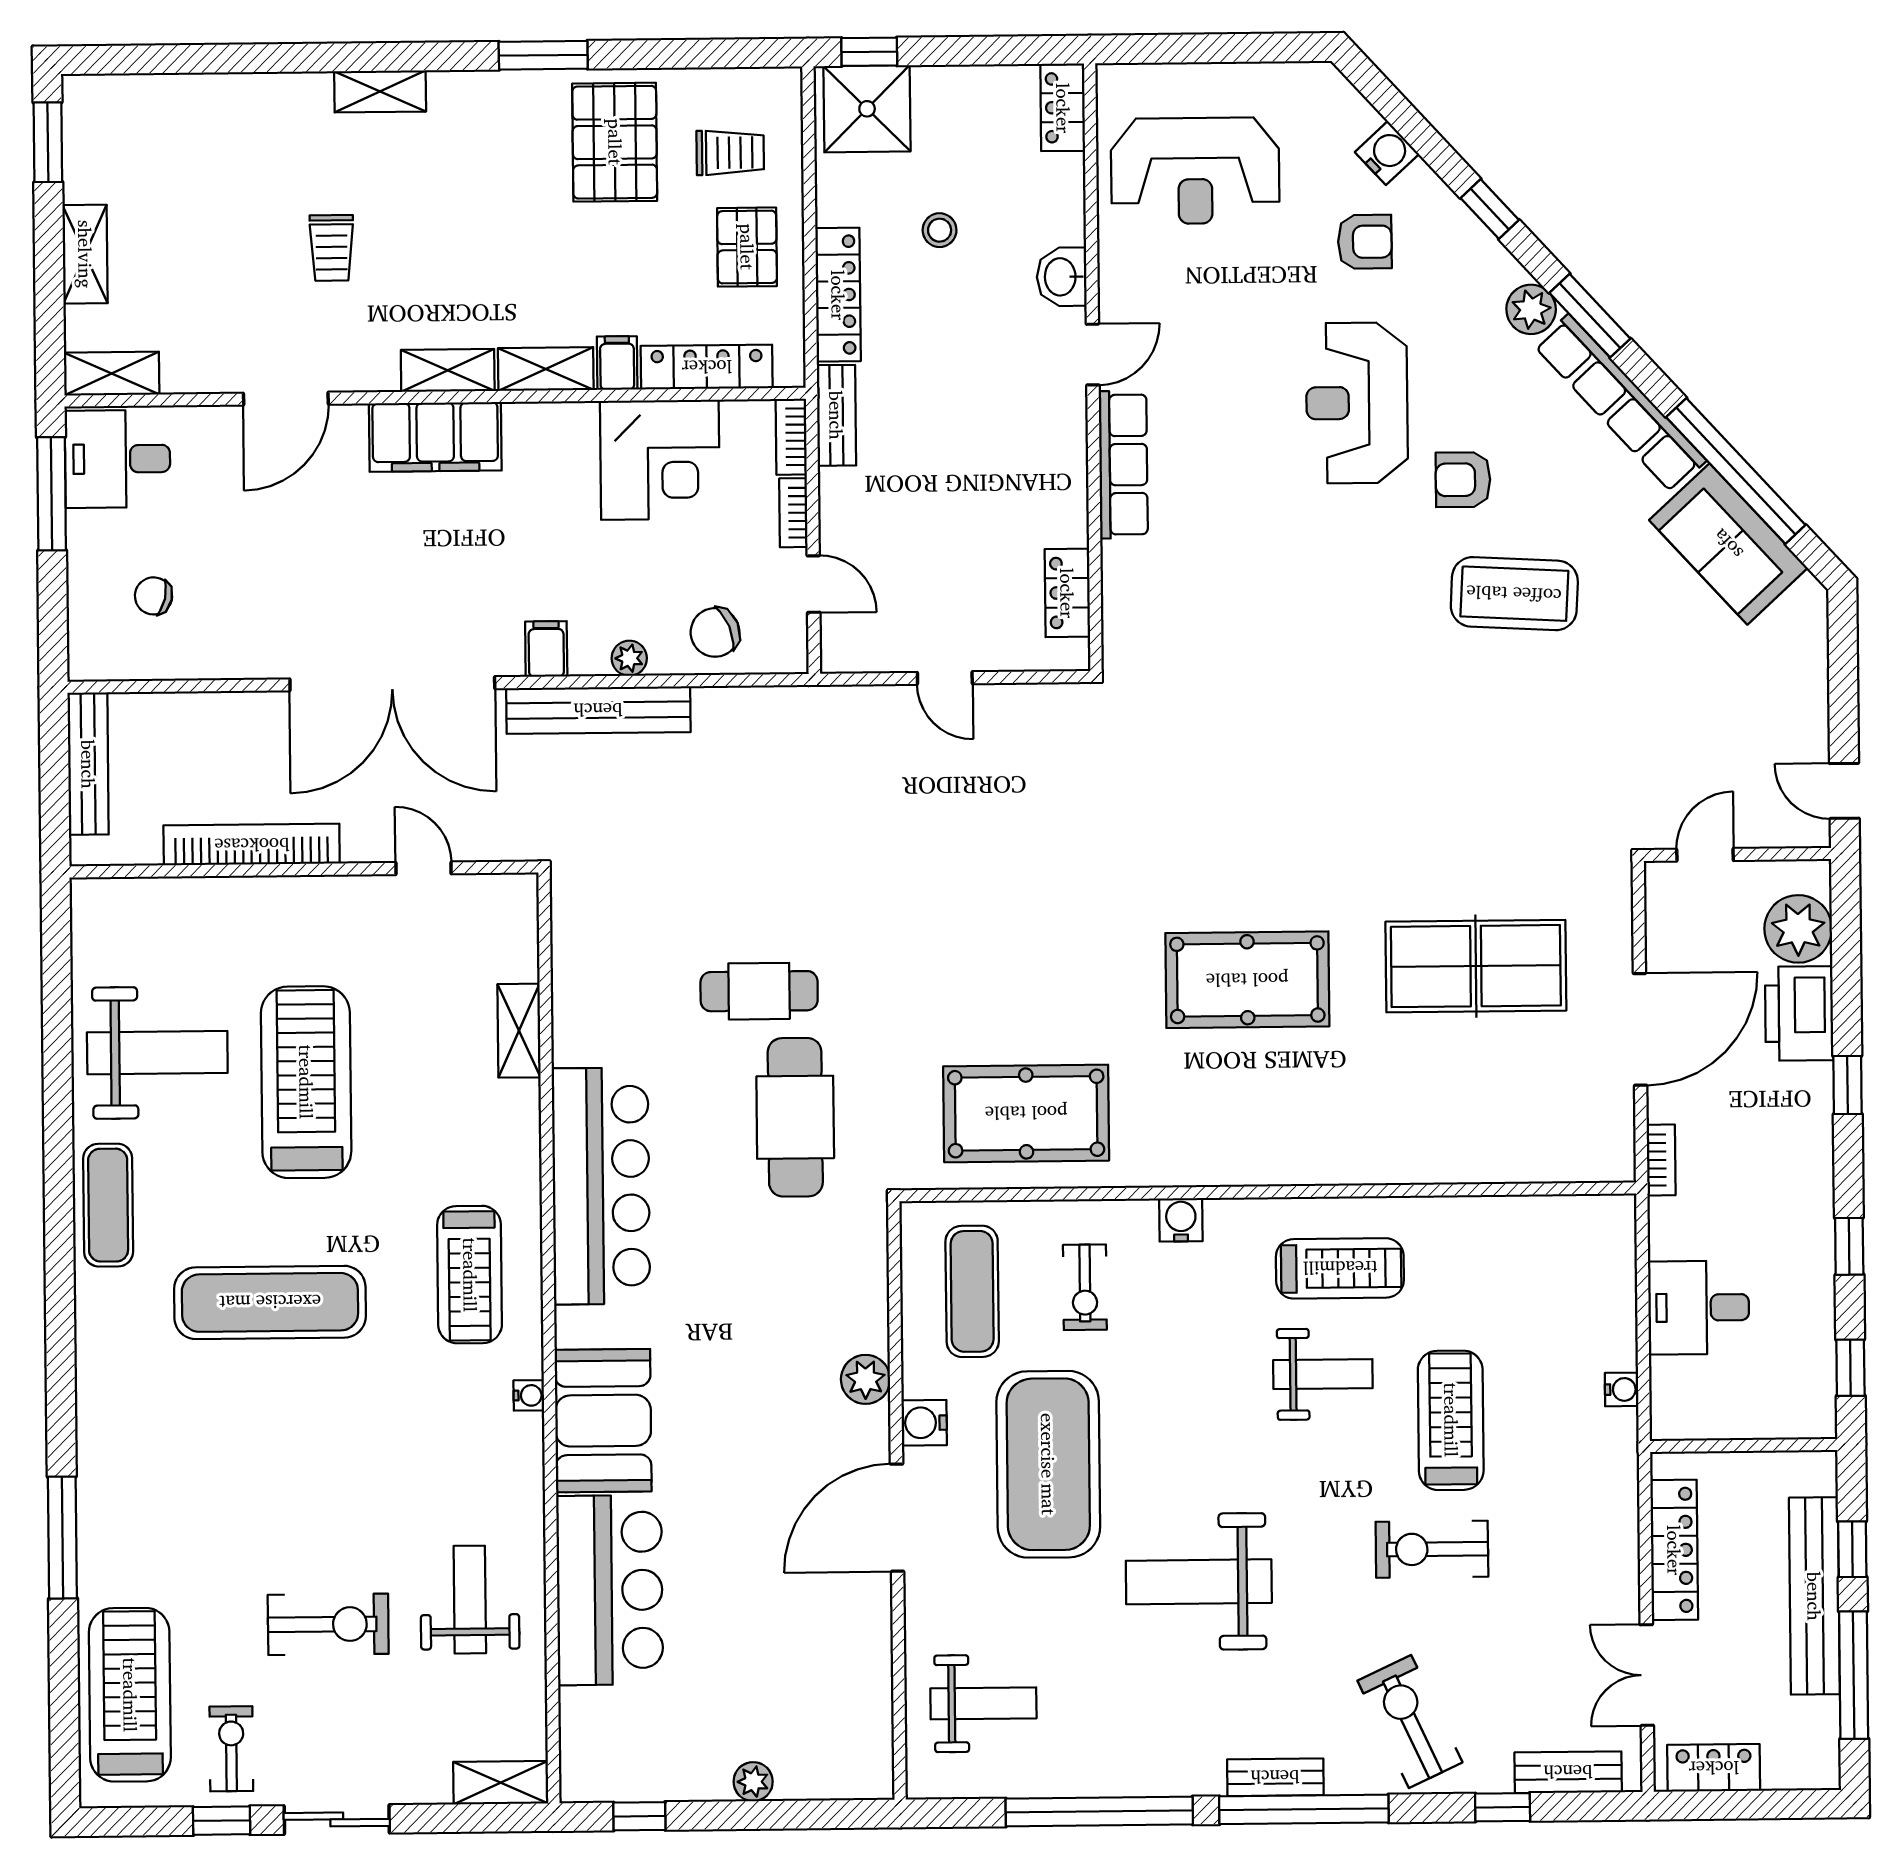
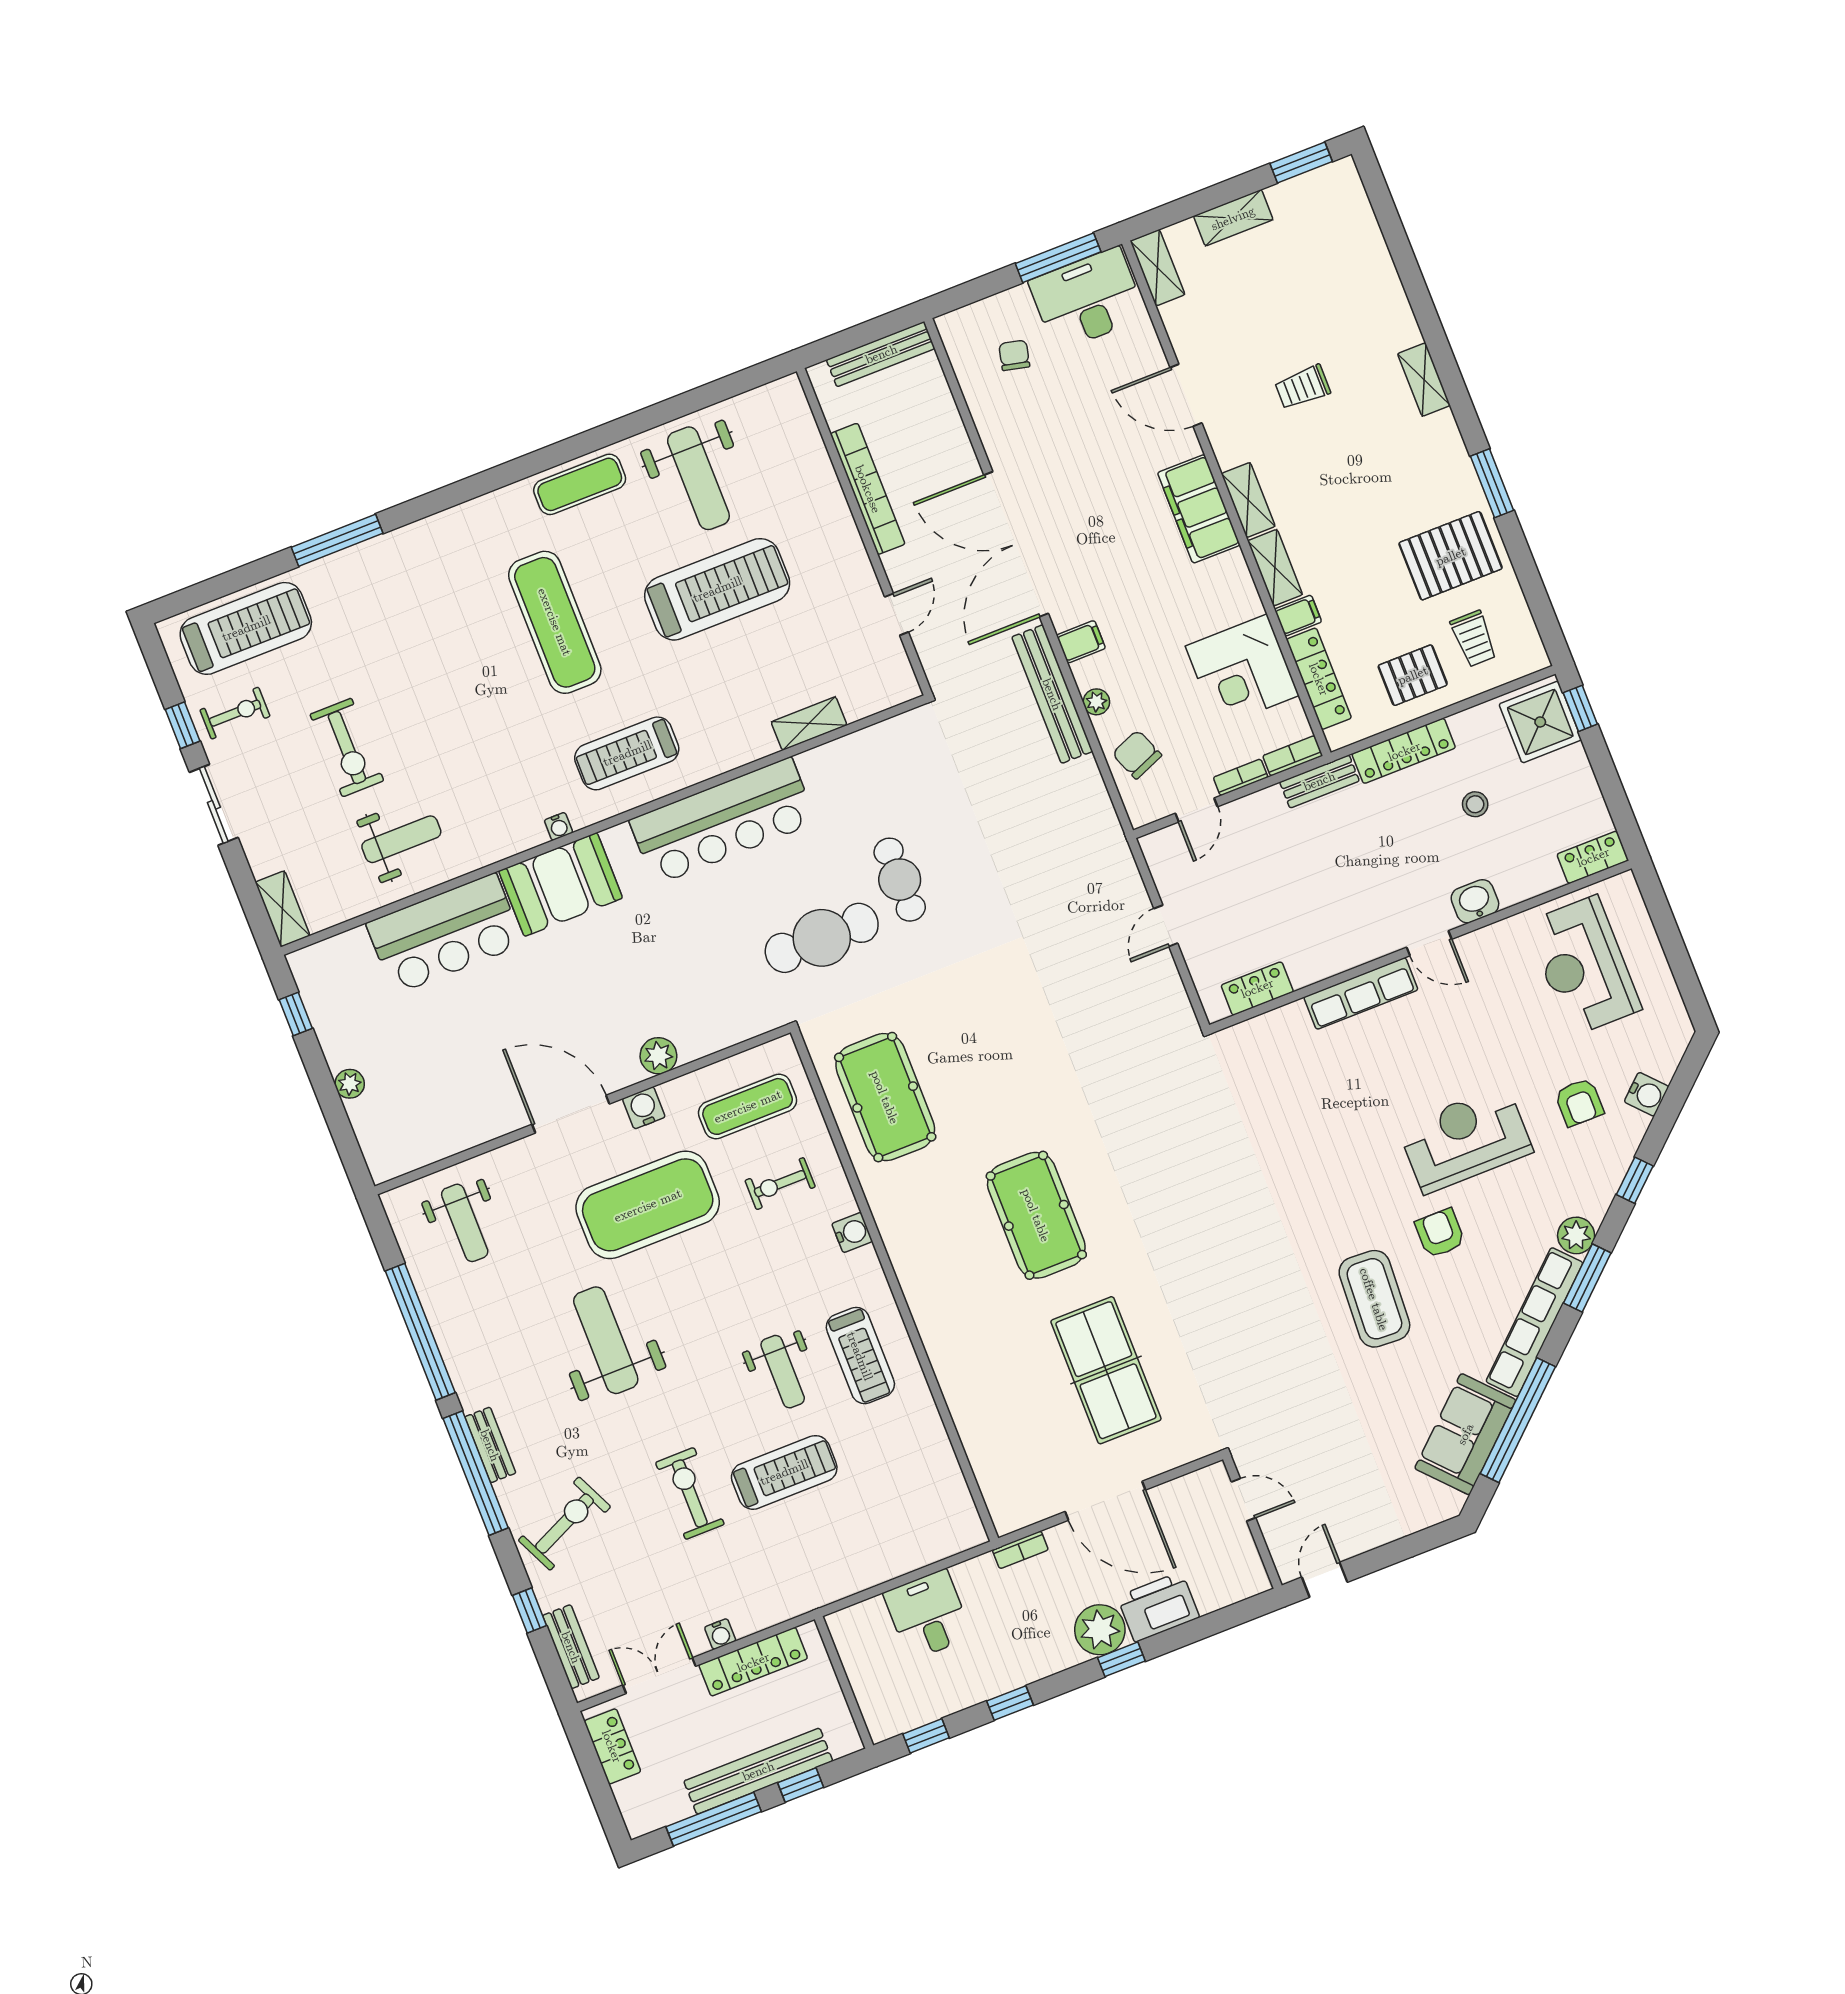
desk: (117, 459) -> (1087, 299), width x1.37
plant: (1798, 929) -> (1100, 1630), moved
water cooler: (1622, 1389) -> (720, 1634), moved

